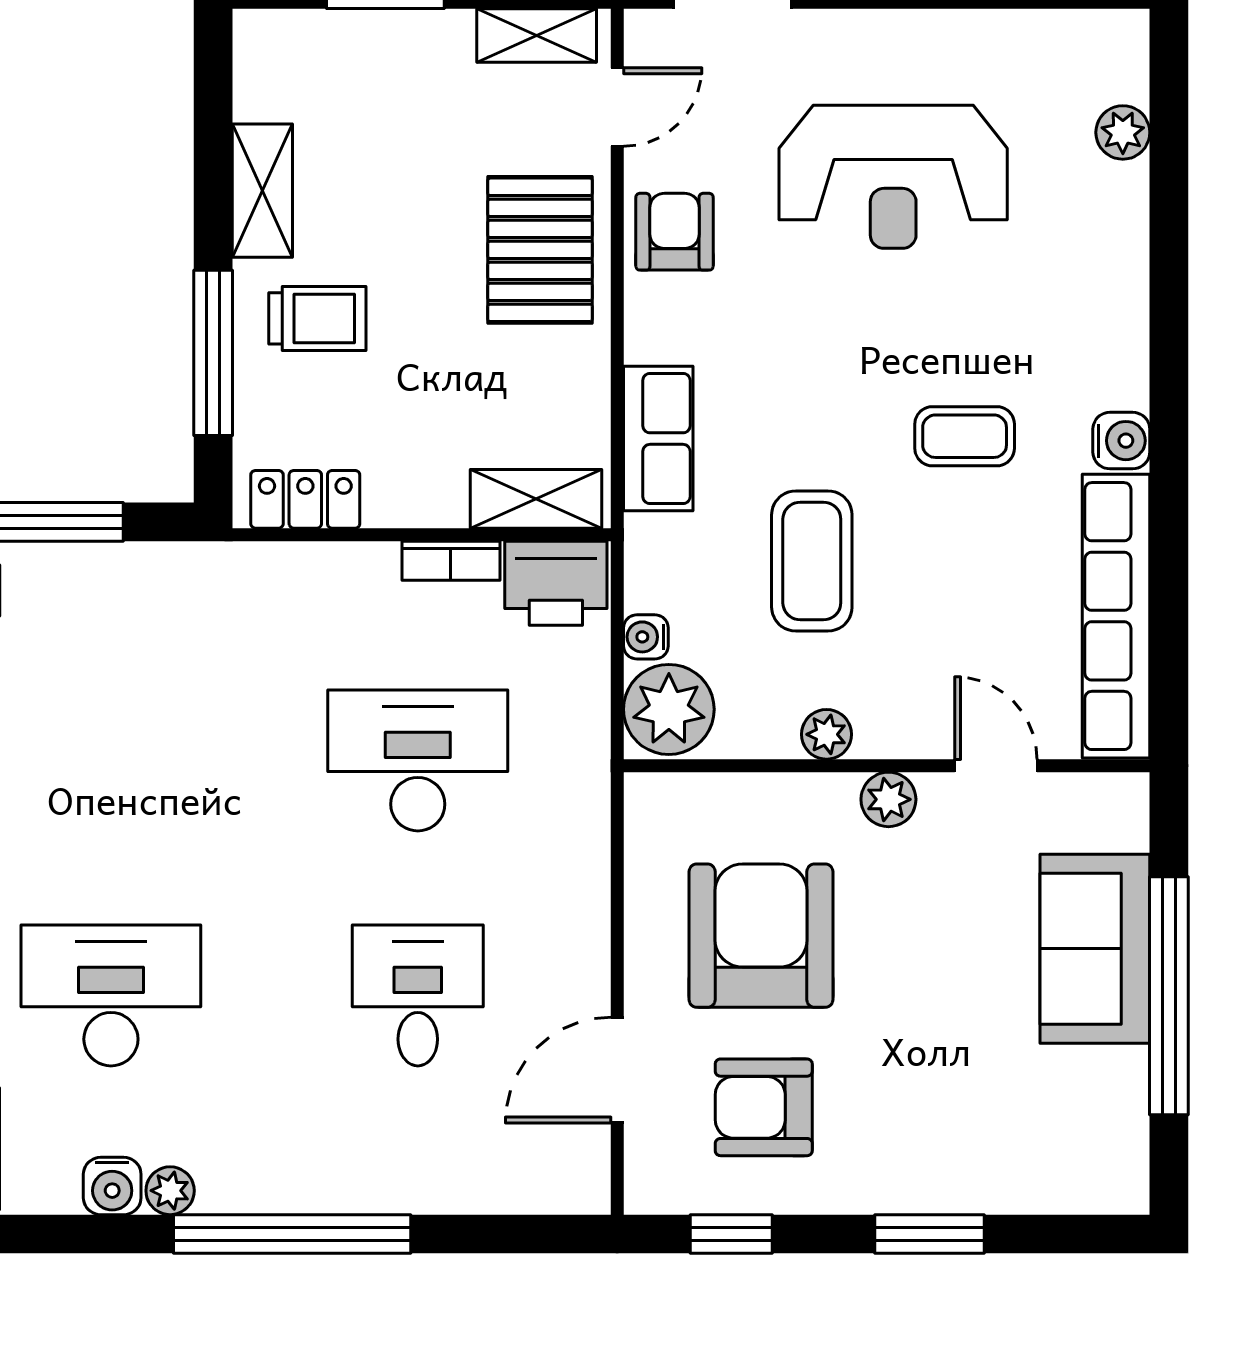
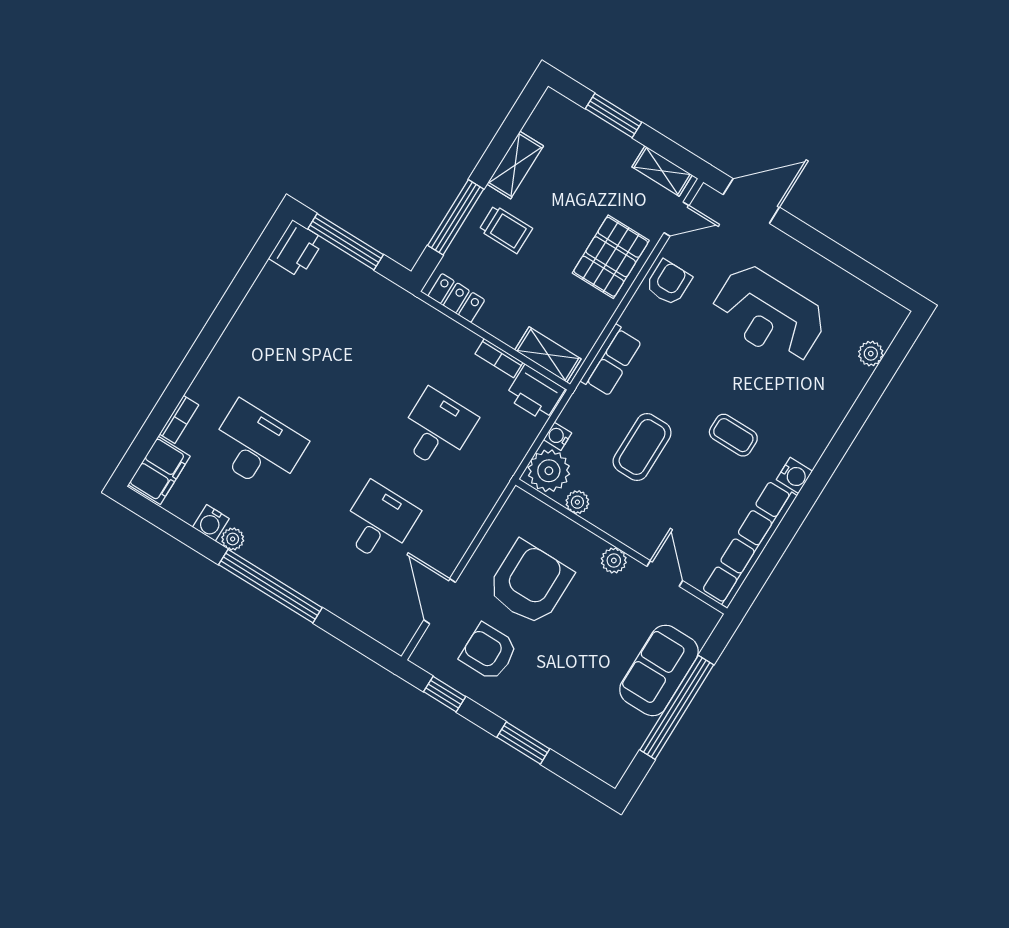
plant: (827, 734) -> (577, 502), moved
desk: (418, 760) -> (437, 429), width x0.73
door: (617, 1070) -> (440, 601), hinge flipped

